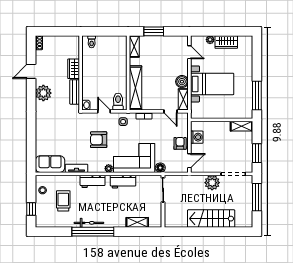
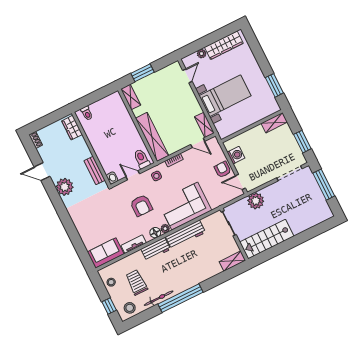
wardrobe: (226, 42) -> (224, 45), width x1.50
door: (189, 52) -> (187, 76), hinge flipped
wardrobe: (74, 69) -> (72, 128), moved
door: (31, 71) -> (42, 172), hinge flipped
boiler: (182, 82) -> (194, 108), removed
window: (257, 96) -> (274, 85), width x0.69
armchair: (99, 140) -> (141, 205), turned -90
door: (189, 161) -> (240, 182), swing flipped
floor lamp: (160, 168) -> (155, 233), moved
workbench: (123, 182) -> (186, 235), width x1.38
plant: (212, 183) -> (256, 201), moved
stool: (47, 219) -> (130, 308), added
stairs: (211, 219) -> (267, 239), moved
shelving: (137, 222) -> (232, 261), moved
bicycle: (89, 223) -> (159, 298), moved

